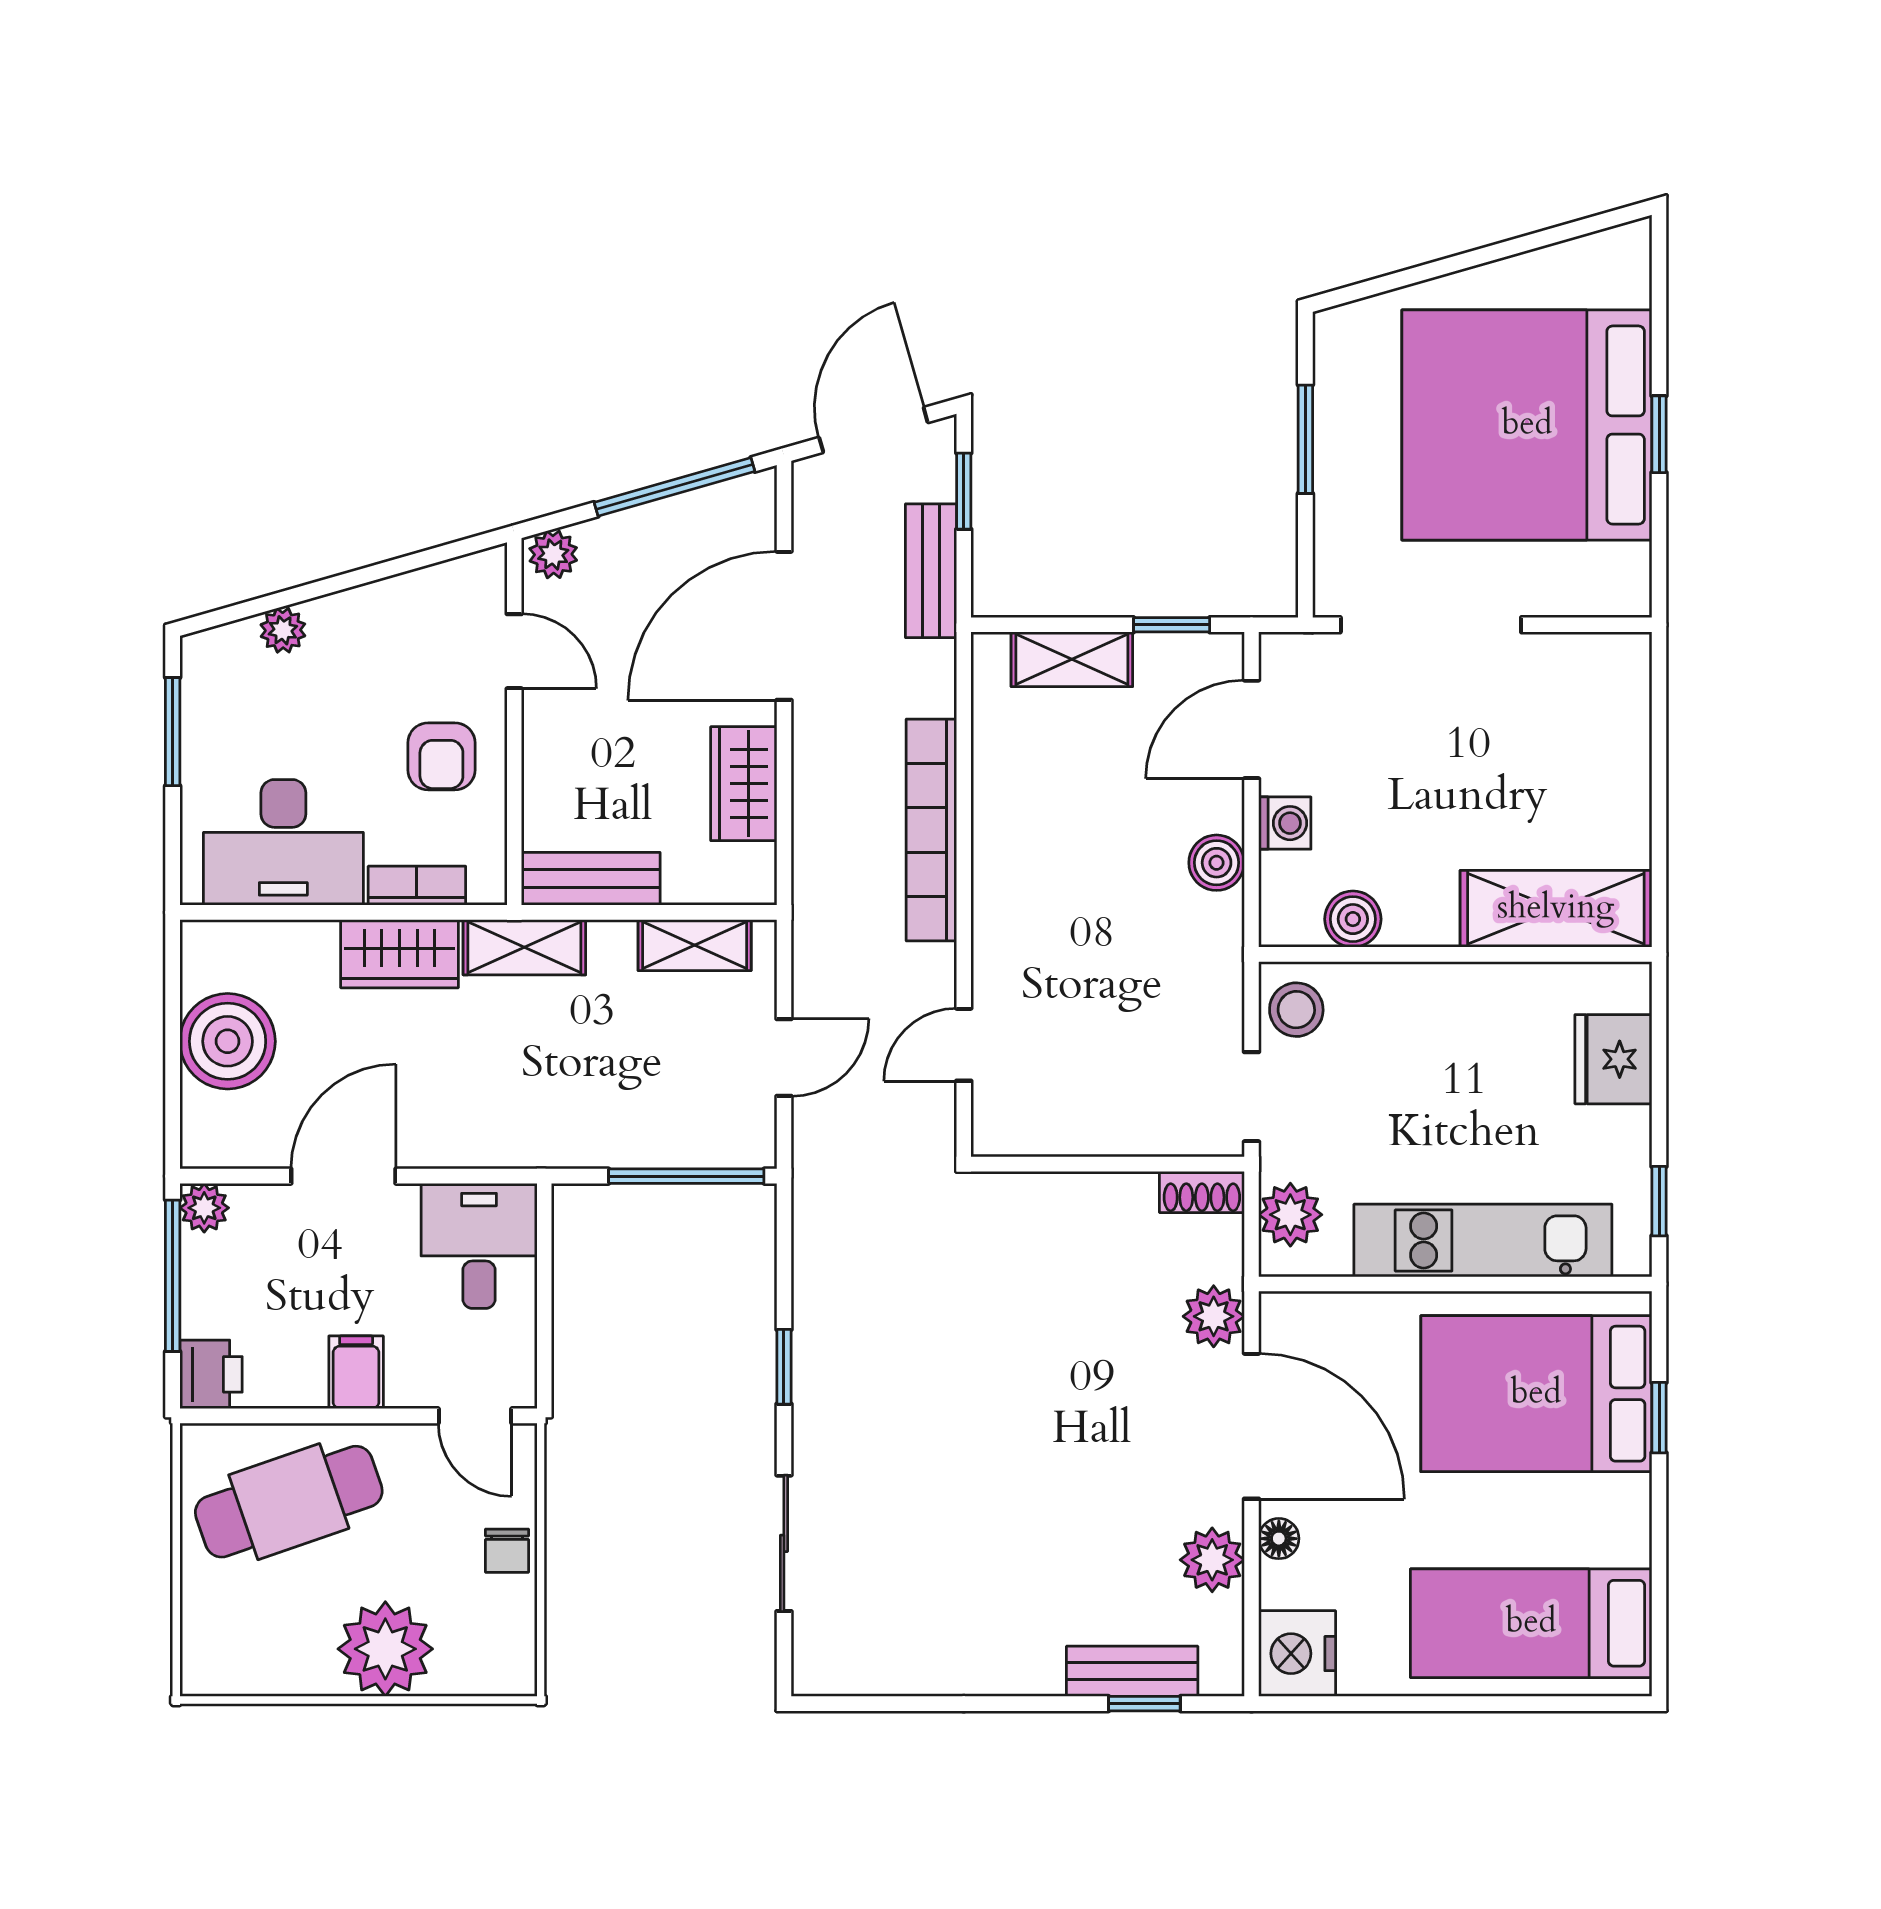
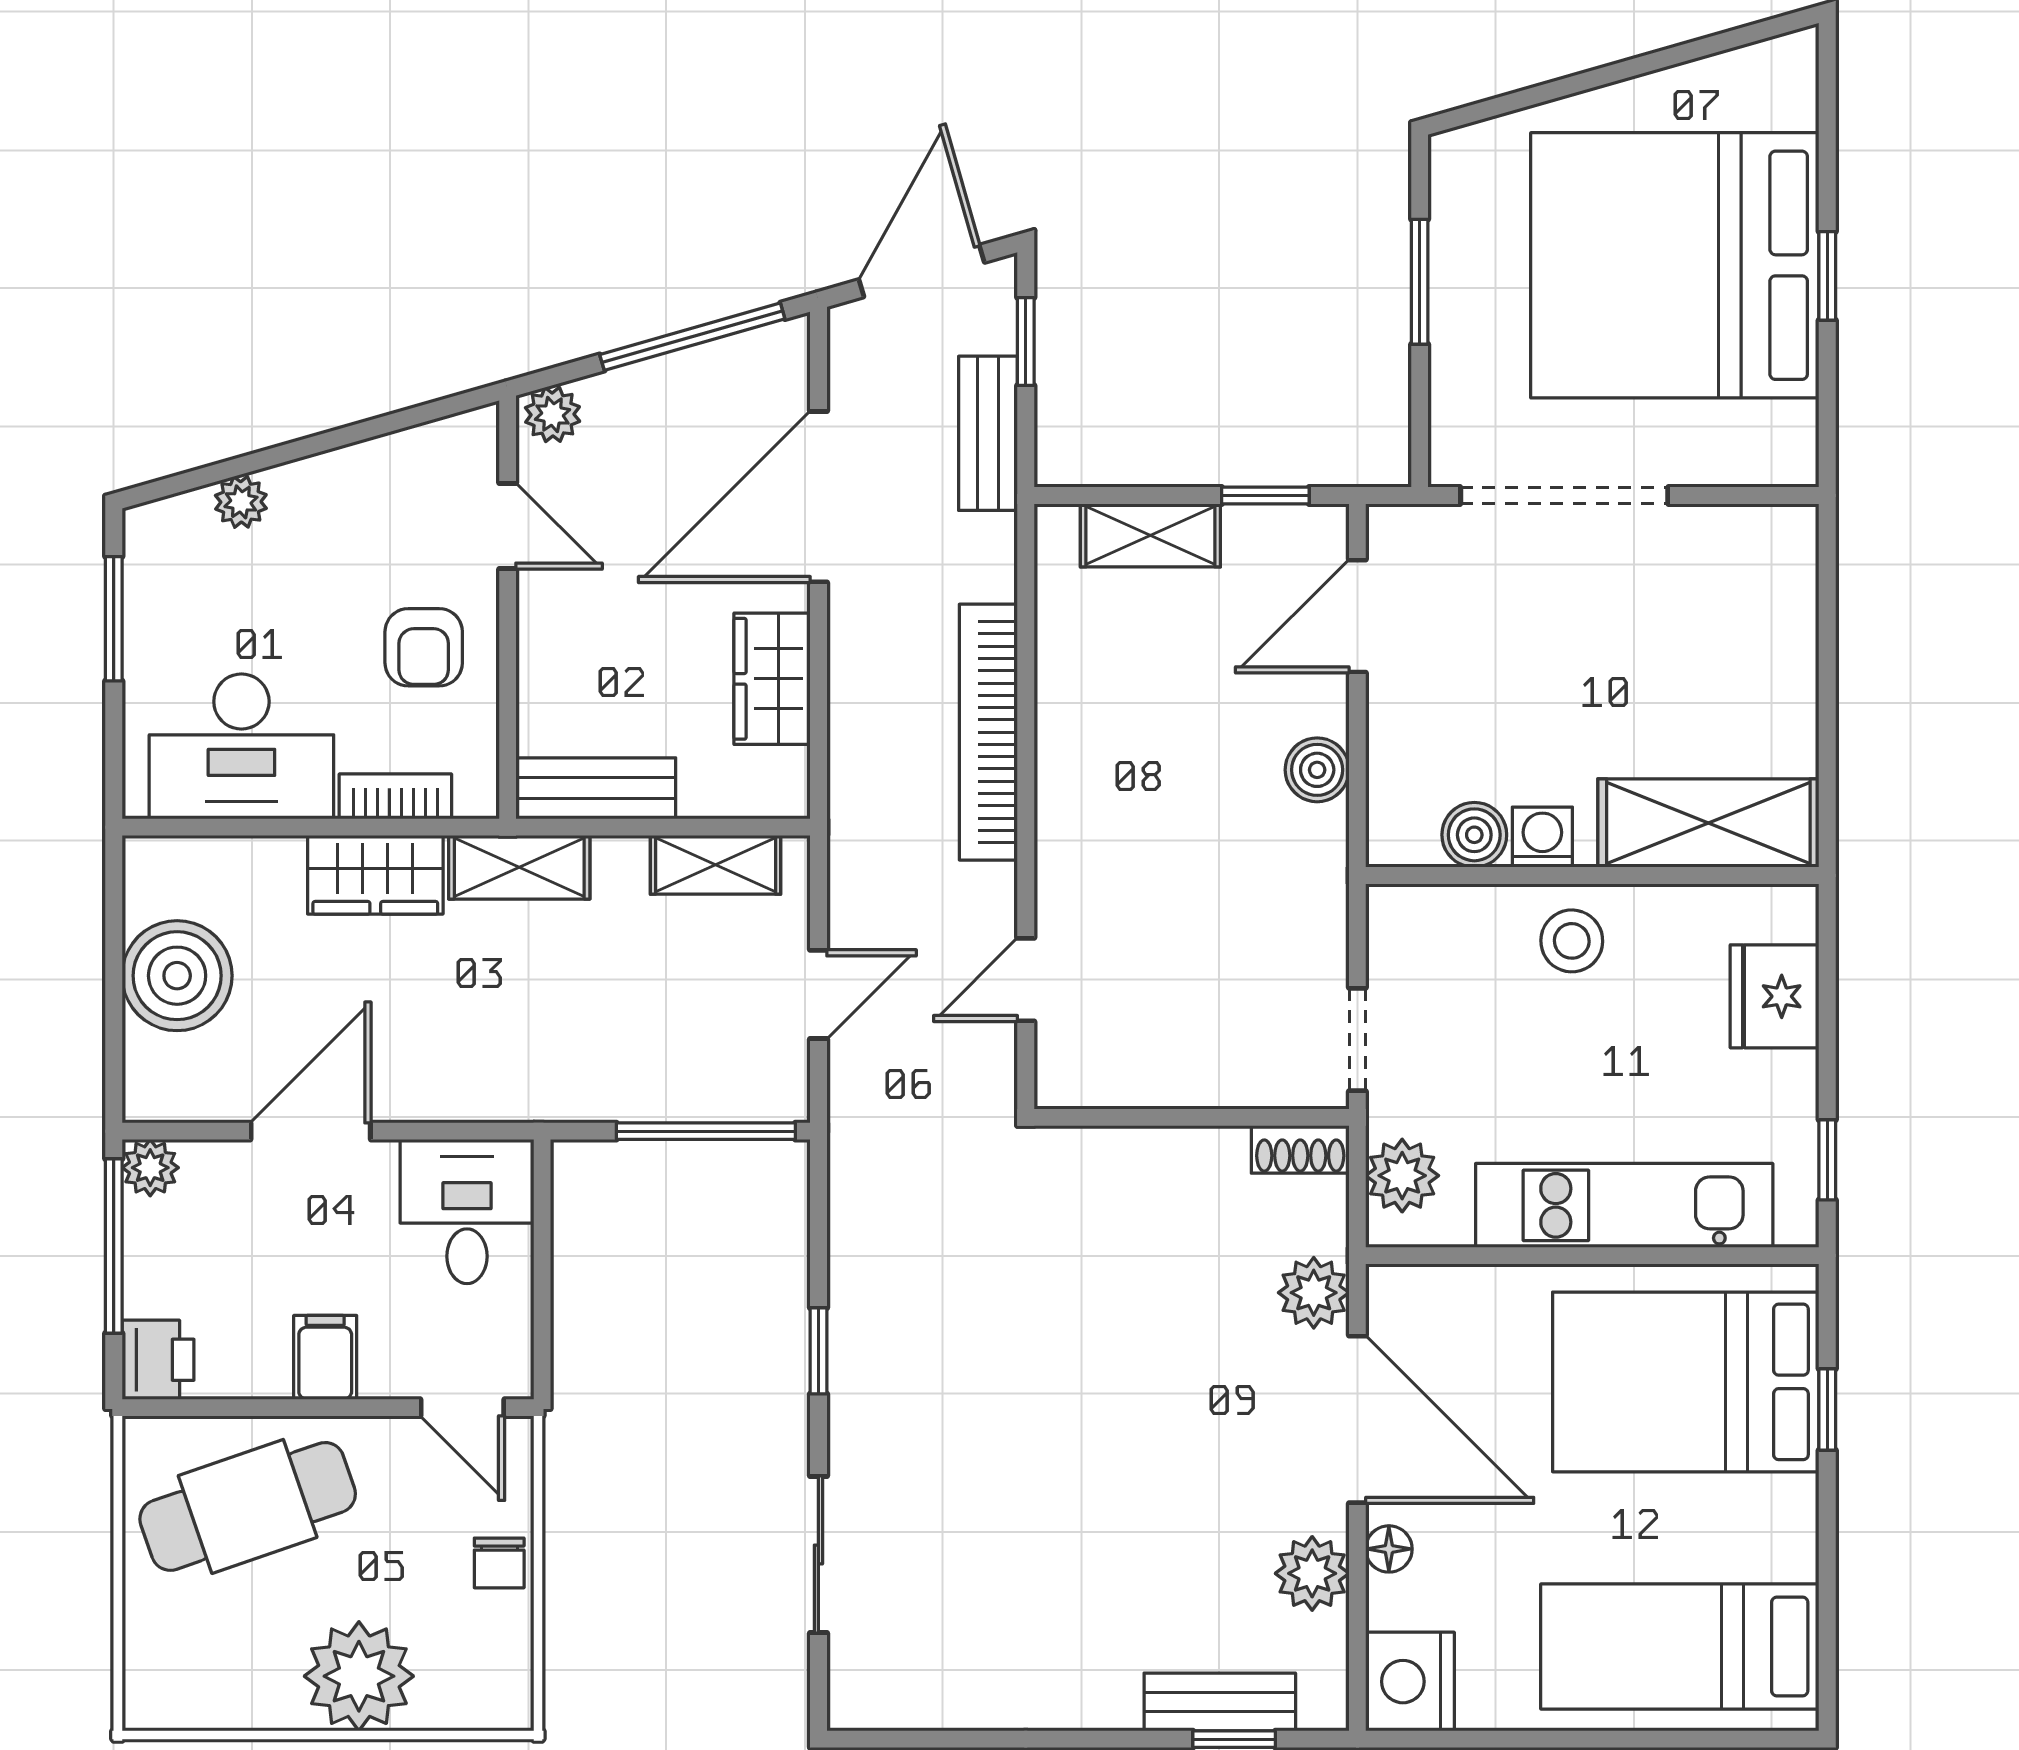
washing machine: (1285, 823) -> (1542, 837), moved, turned -90
stool: (1296, 1010) -> (1572, 941), moved

